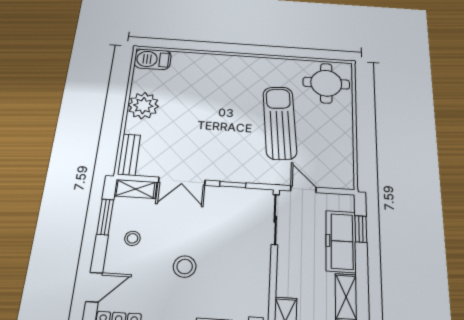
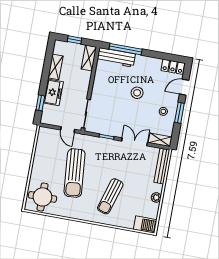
sun lounger: (215, 94) -> (110, 196), added
plant: (143, 106) -> (156, 197), width x0.53, depth x0.53
bench: (129, 155) -> (162, 166), width x1.36
window: (105, 217) -> (179, 113), moved
freezer: (341, 241) -> (53, 92), width x0.71

